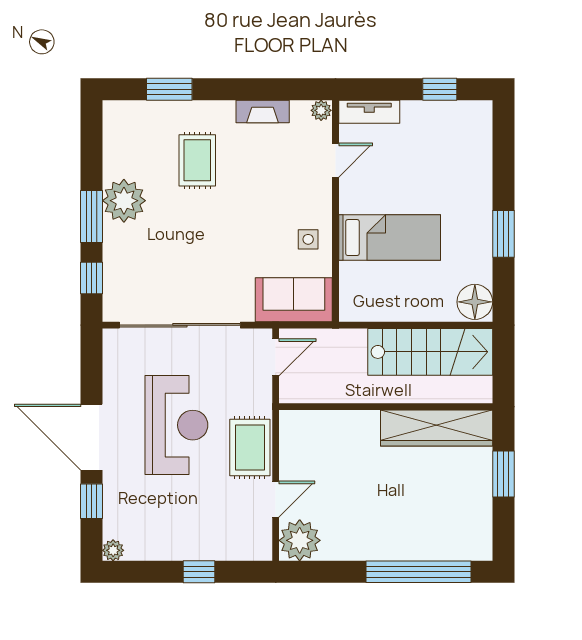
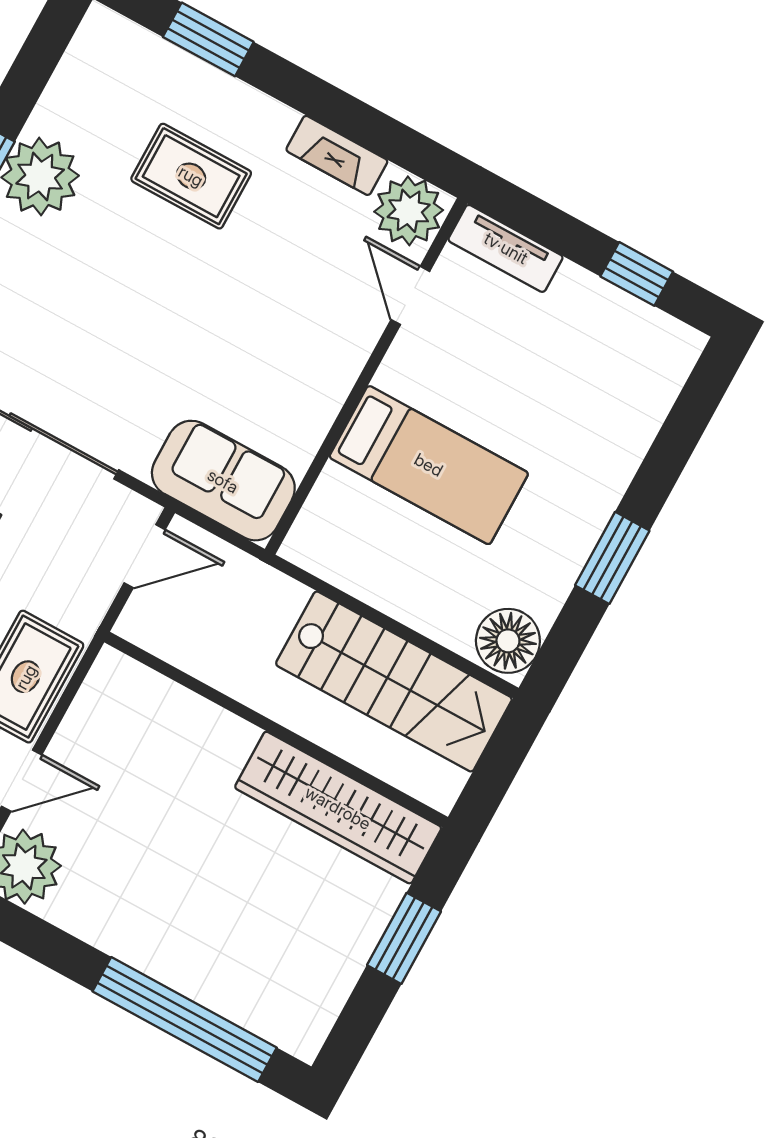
plant: (321, 110) -> (409, 211), width x1.87, depth x1.87
rug: (197, 160) -> (191, 176), turned 90
door: (336, 160) -> (410, 296), swing flipped
side table: (308, 239) -> (298, 397), removed

